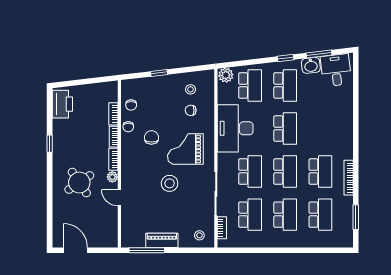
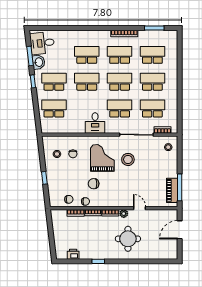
plant: (226, 75) -> (46, 127), removed
printer: (62, 104) -> (73, 254), width x0.53, depth x0.68
desk: (235, 128) -> (95, 123), width x0.53, depth x0.77
school desk: (320, 128) -> (87, 55), added
grand piano: (185, 149) -> (102, 158), turned 180
round table: (79, 183) -> (128, 239), turned 34
stool: (170, 183) -> (128, 159), moved
door: (119, 198) -> (140, 208), swing flipped
piano: (162, 240) -> (172, 190), moved
door: (75, 250) -> (180, 230), moved

